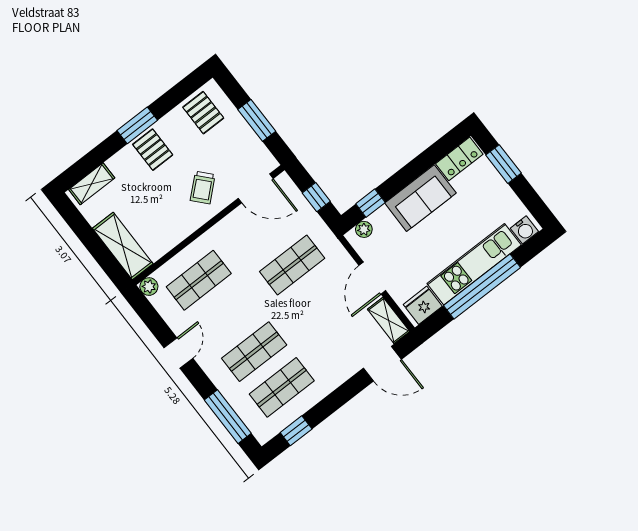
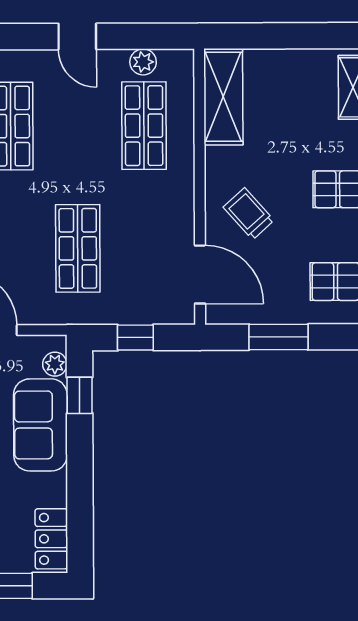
door: (256, 188) -> (200, 274), swing flipped
sofa: (420, 198) -> (40, 425), moved
shelving: (123, 246) -> (223, 97), moved, turned 90
plant: (149, 287) -> (143, 62), moved

